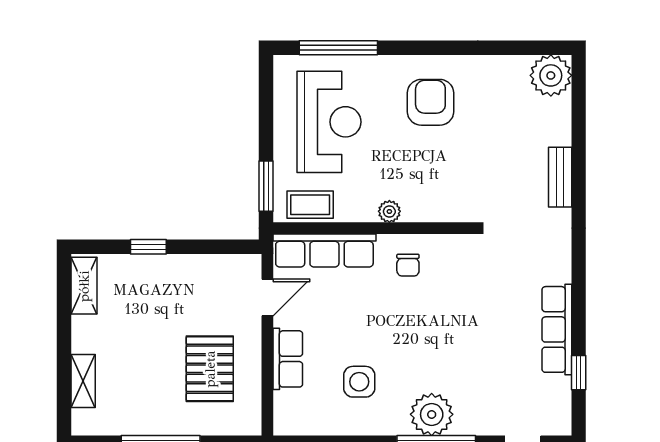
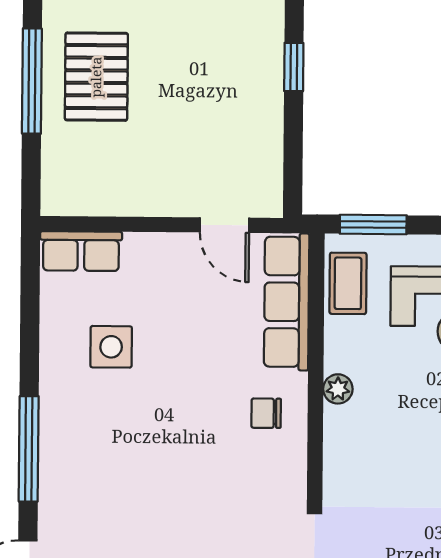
row of seats: (288, 359) -> (81, 251), moved
pallet: (210, 369) -> (96, 77), moved, turned 90
plant: (432, 414) -> (67, 443), removed

